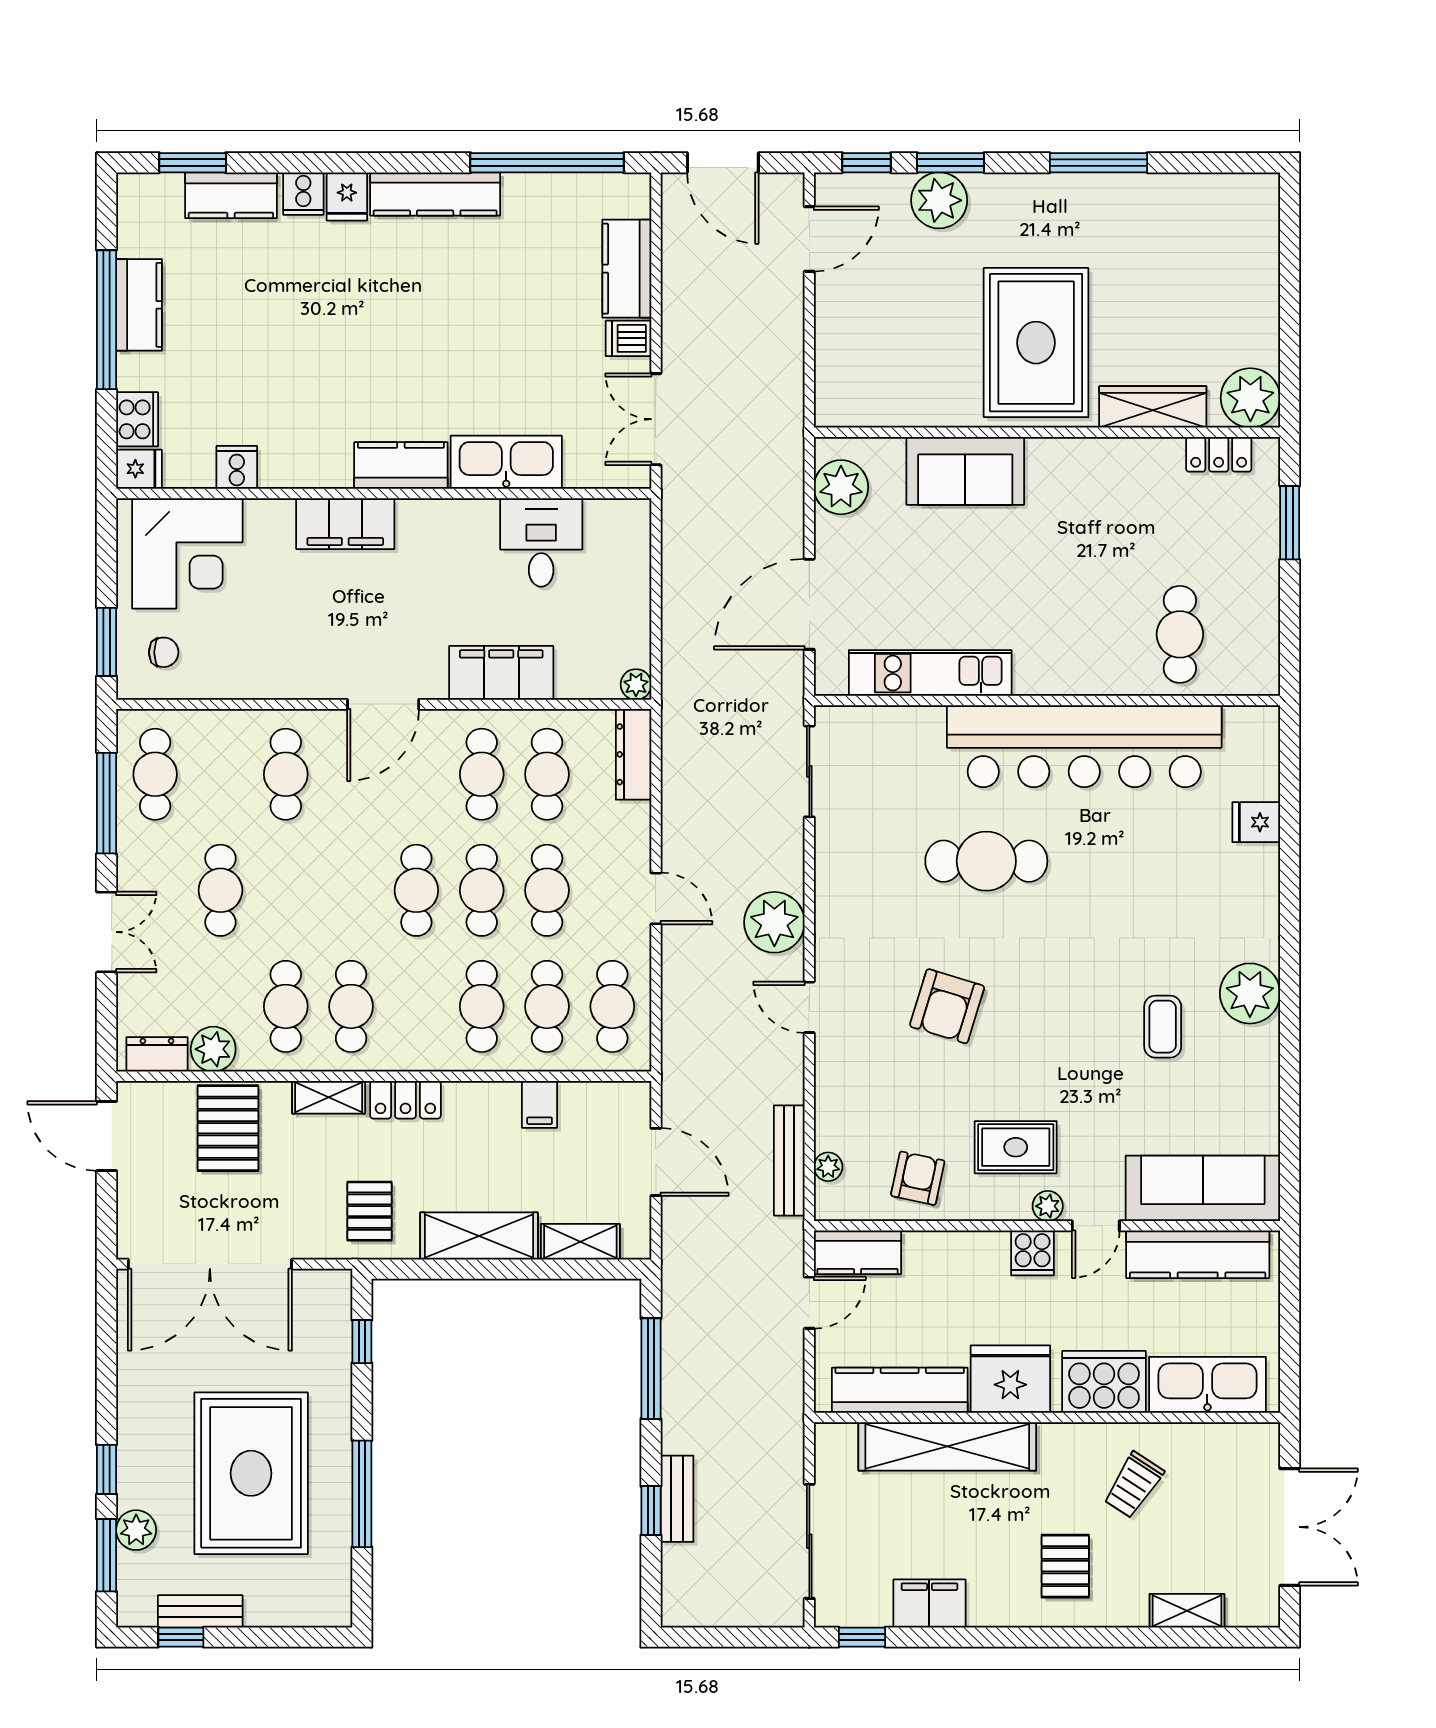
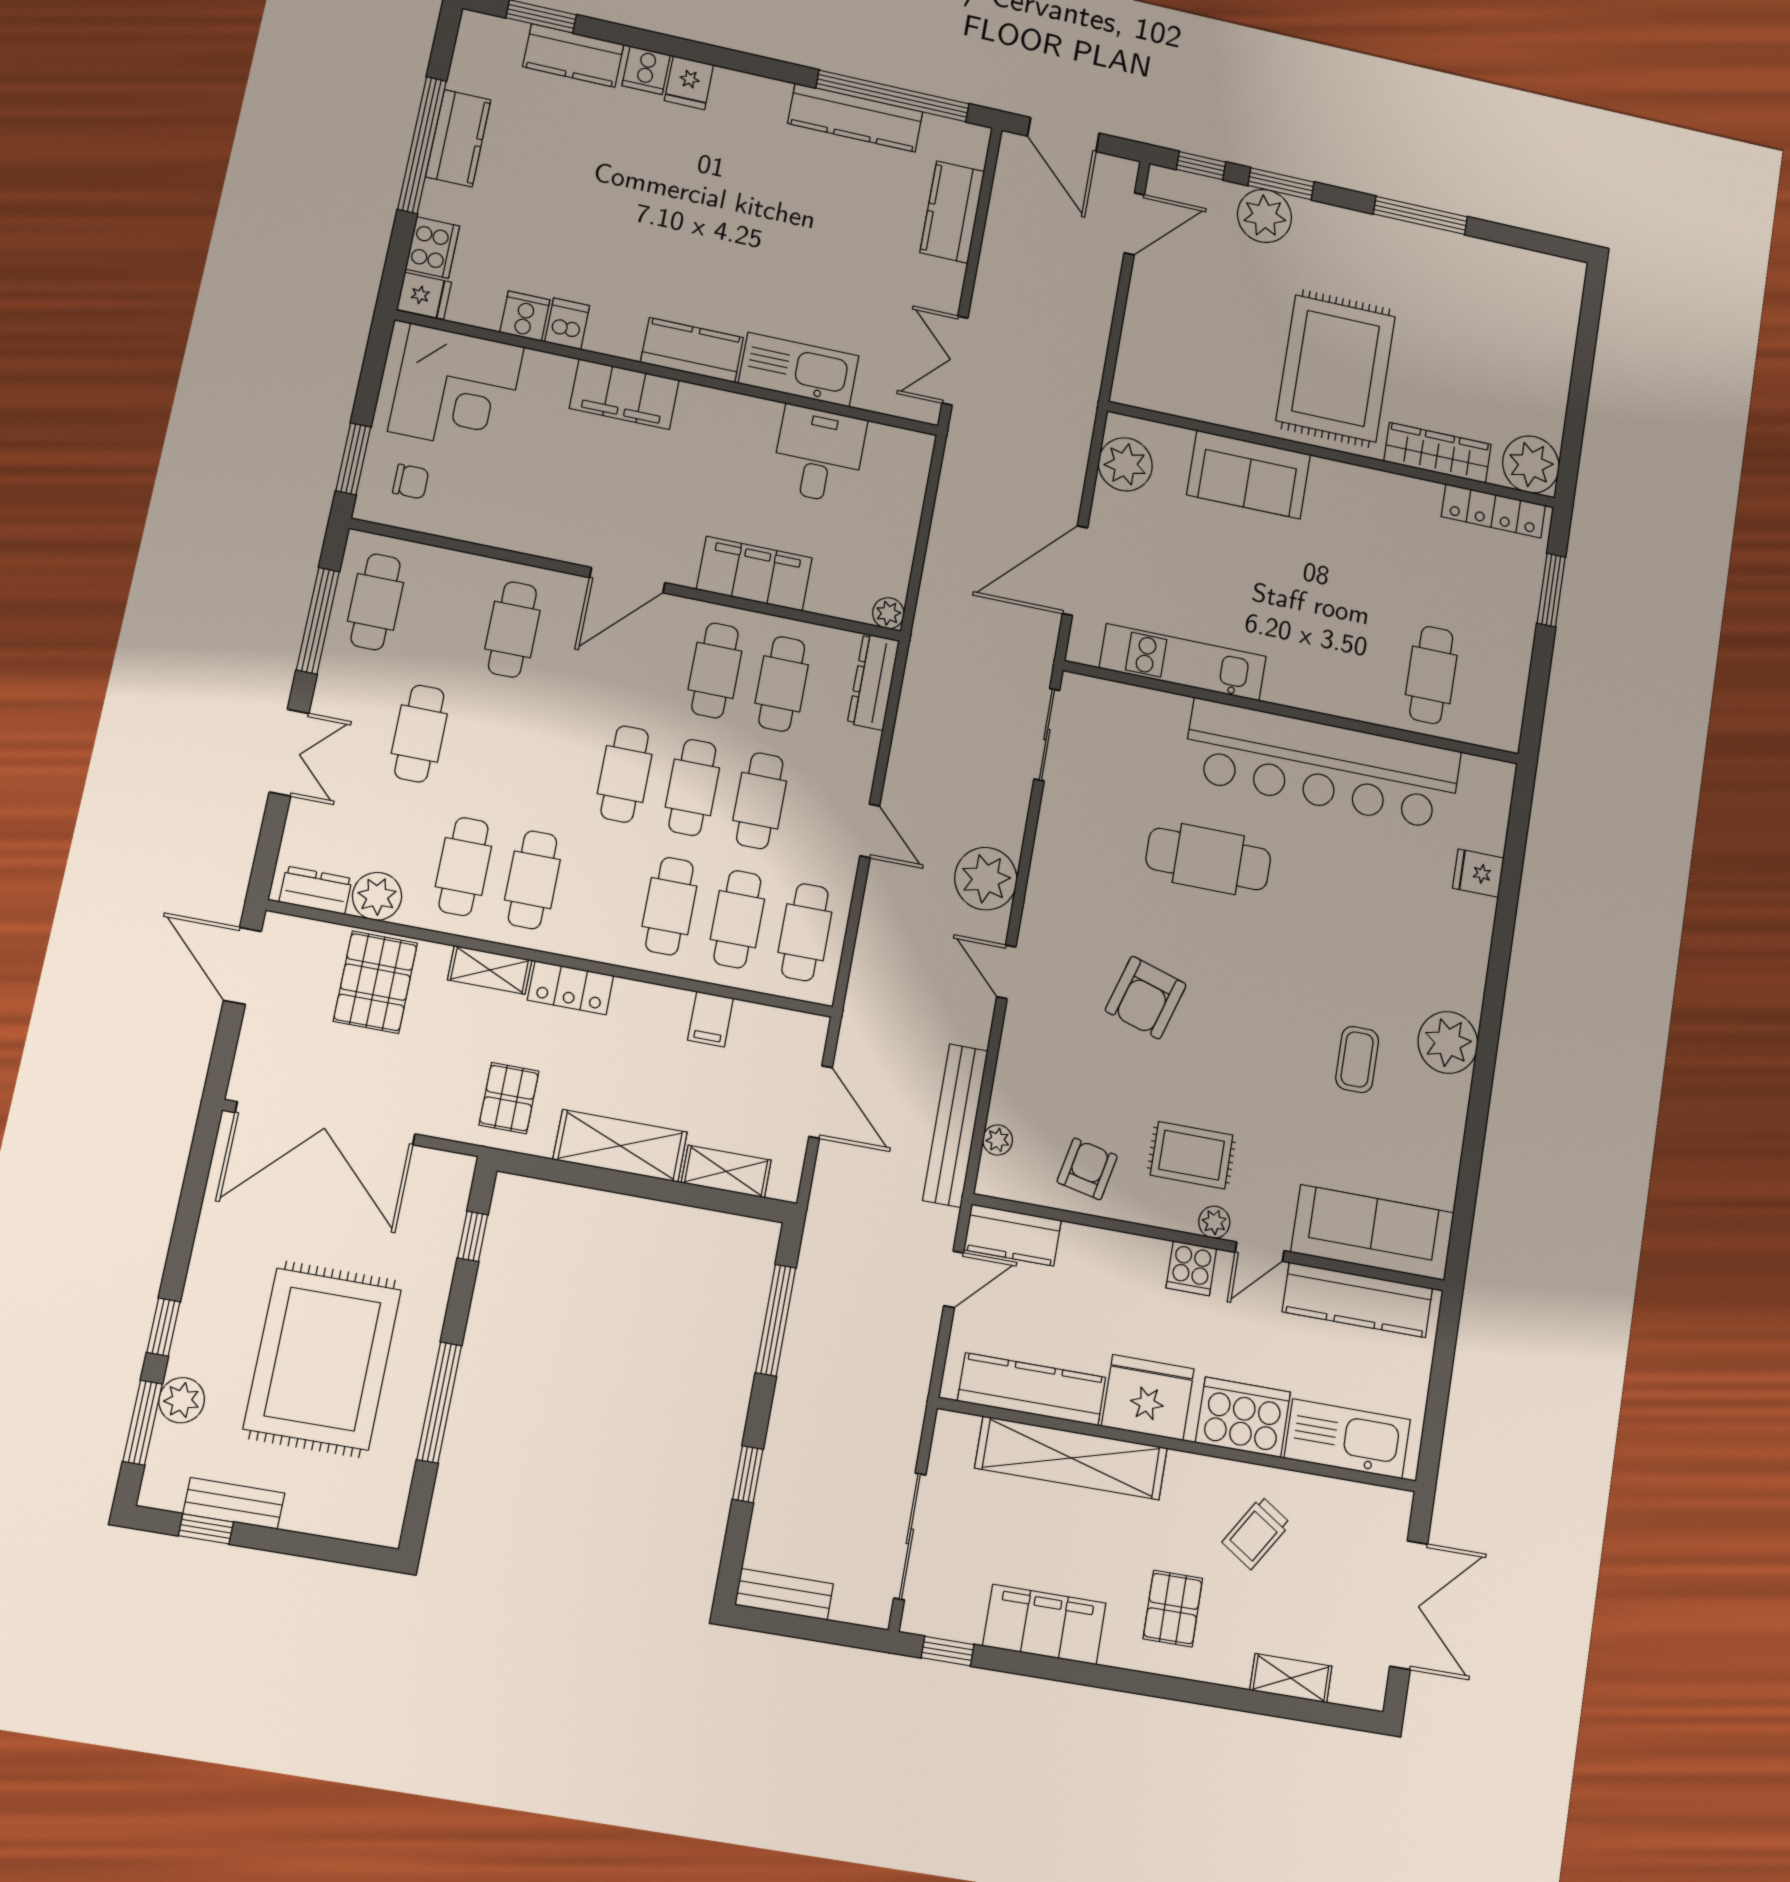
kitchen counter: (435, 194) -> (855, 118), moved
dishwasher: (628, 338) -> (567, 324), moved, turned 90
locker: (1219, 454) -> (1493, 511), width x1.53
bench: (789, 1160) -> (955, 1125), width x1.37, depth x1.21
bench: (677, 1499) -> (784, 1594), moved, turned 90
filing cabinet: (929, 1603) -> (1044, 1625), width x1.50, depth x1.17

